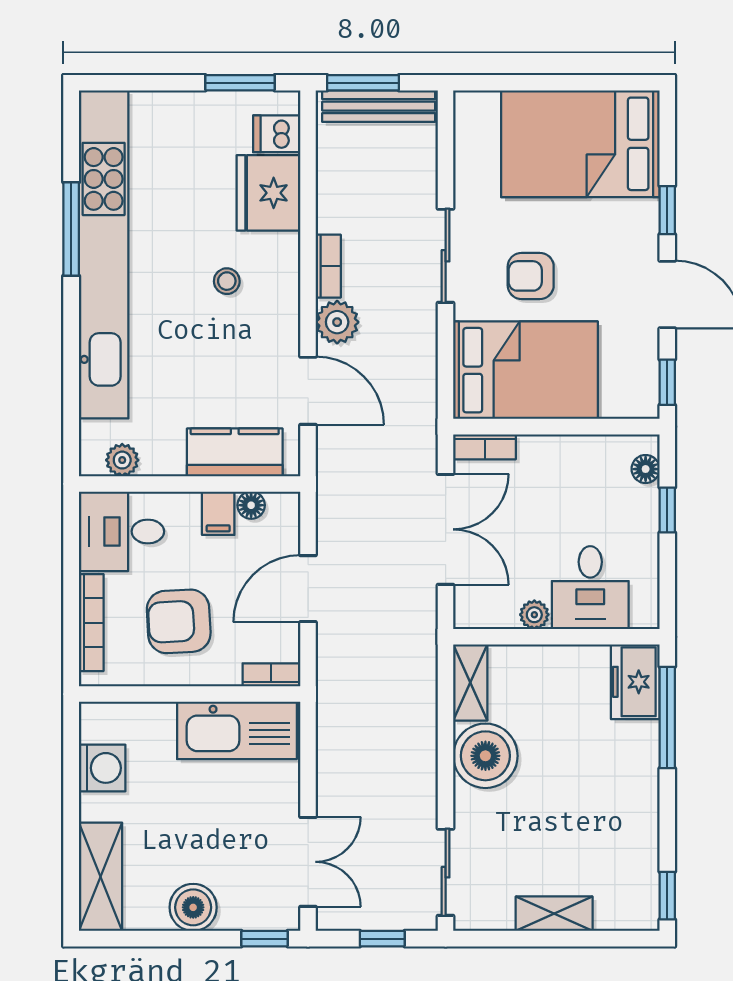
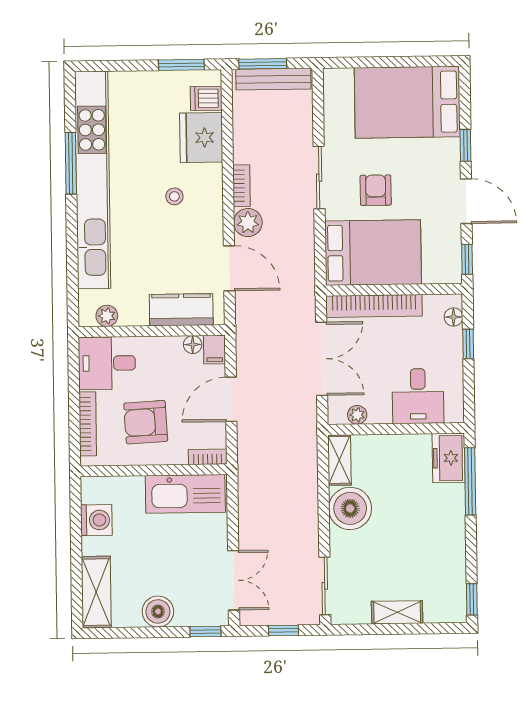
armchair: (531, 276) -> (376, 190), turned 90
bookcase: (485, 447) -> (374, 306), width x2.31, depth x1.31
filing cabinet: (218, 513) -> (215, 350), moved
plant: (534, 615) -> (357, 415), moved

